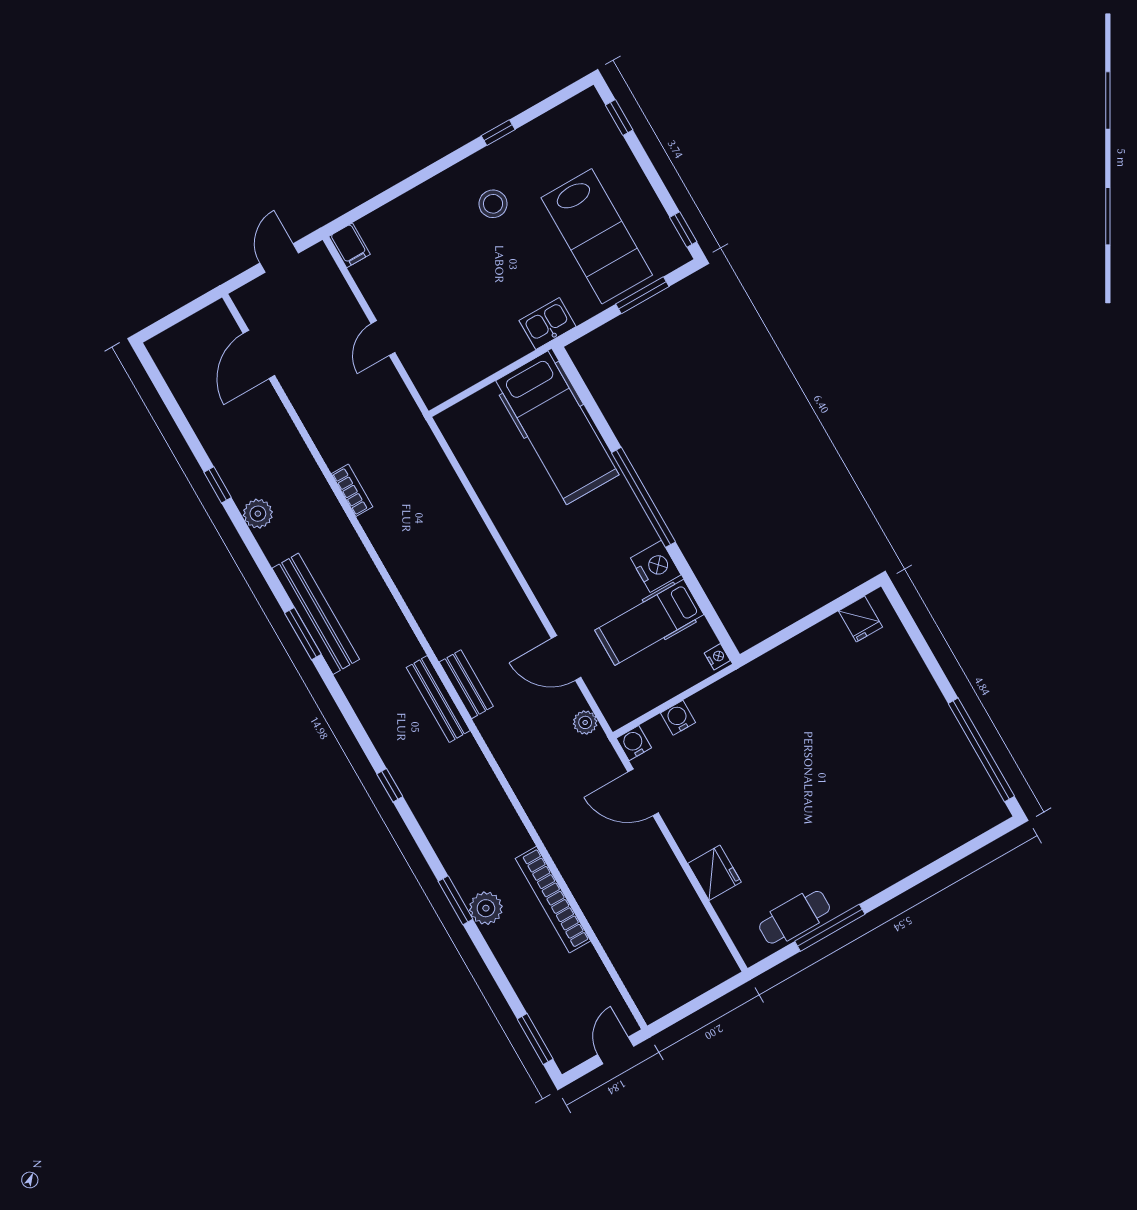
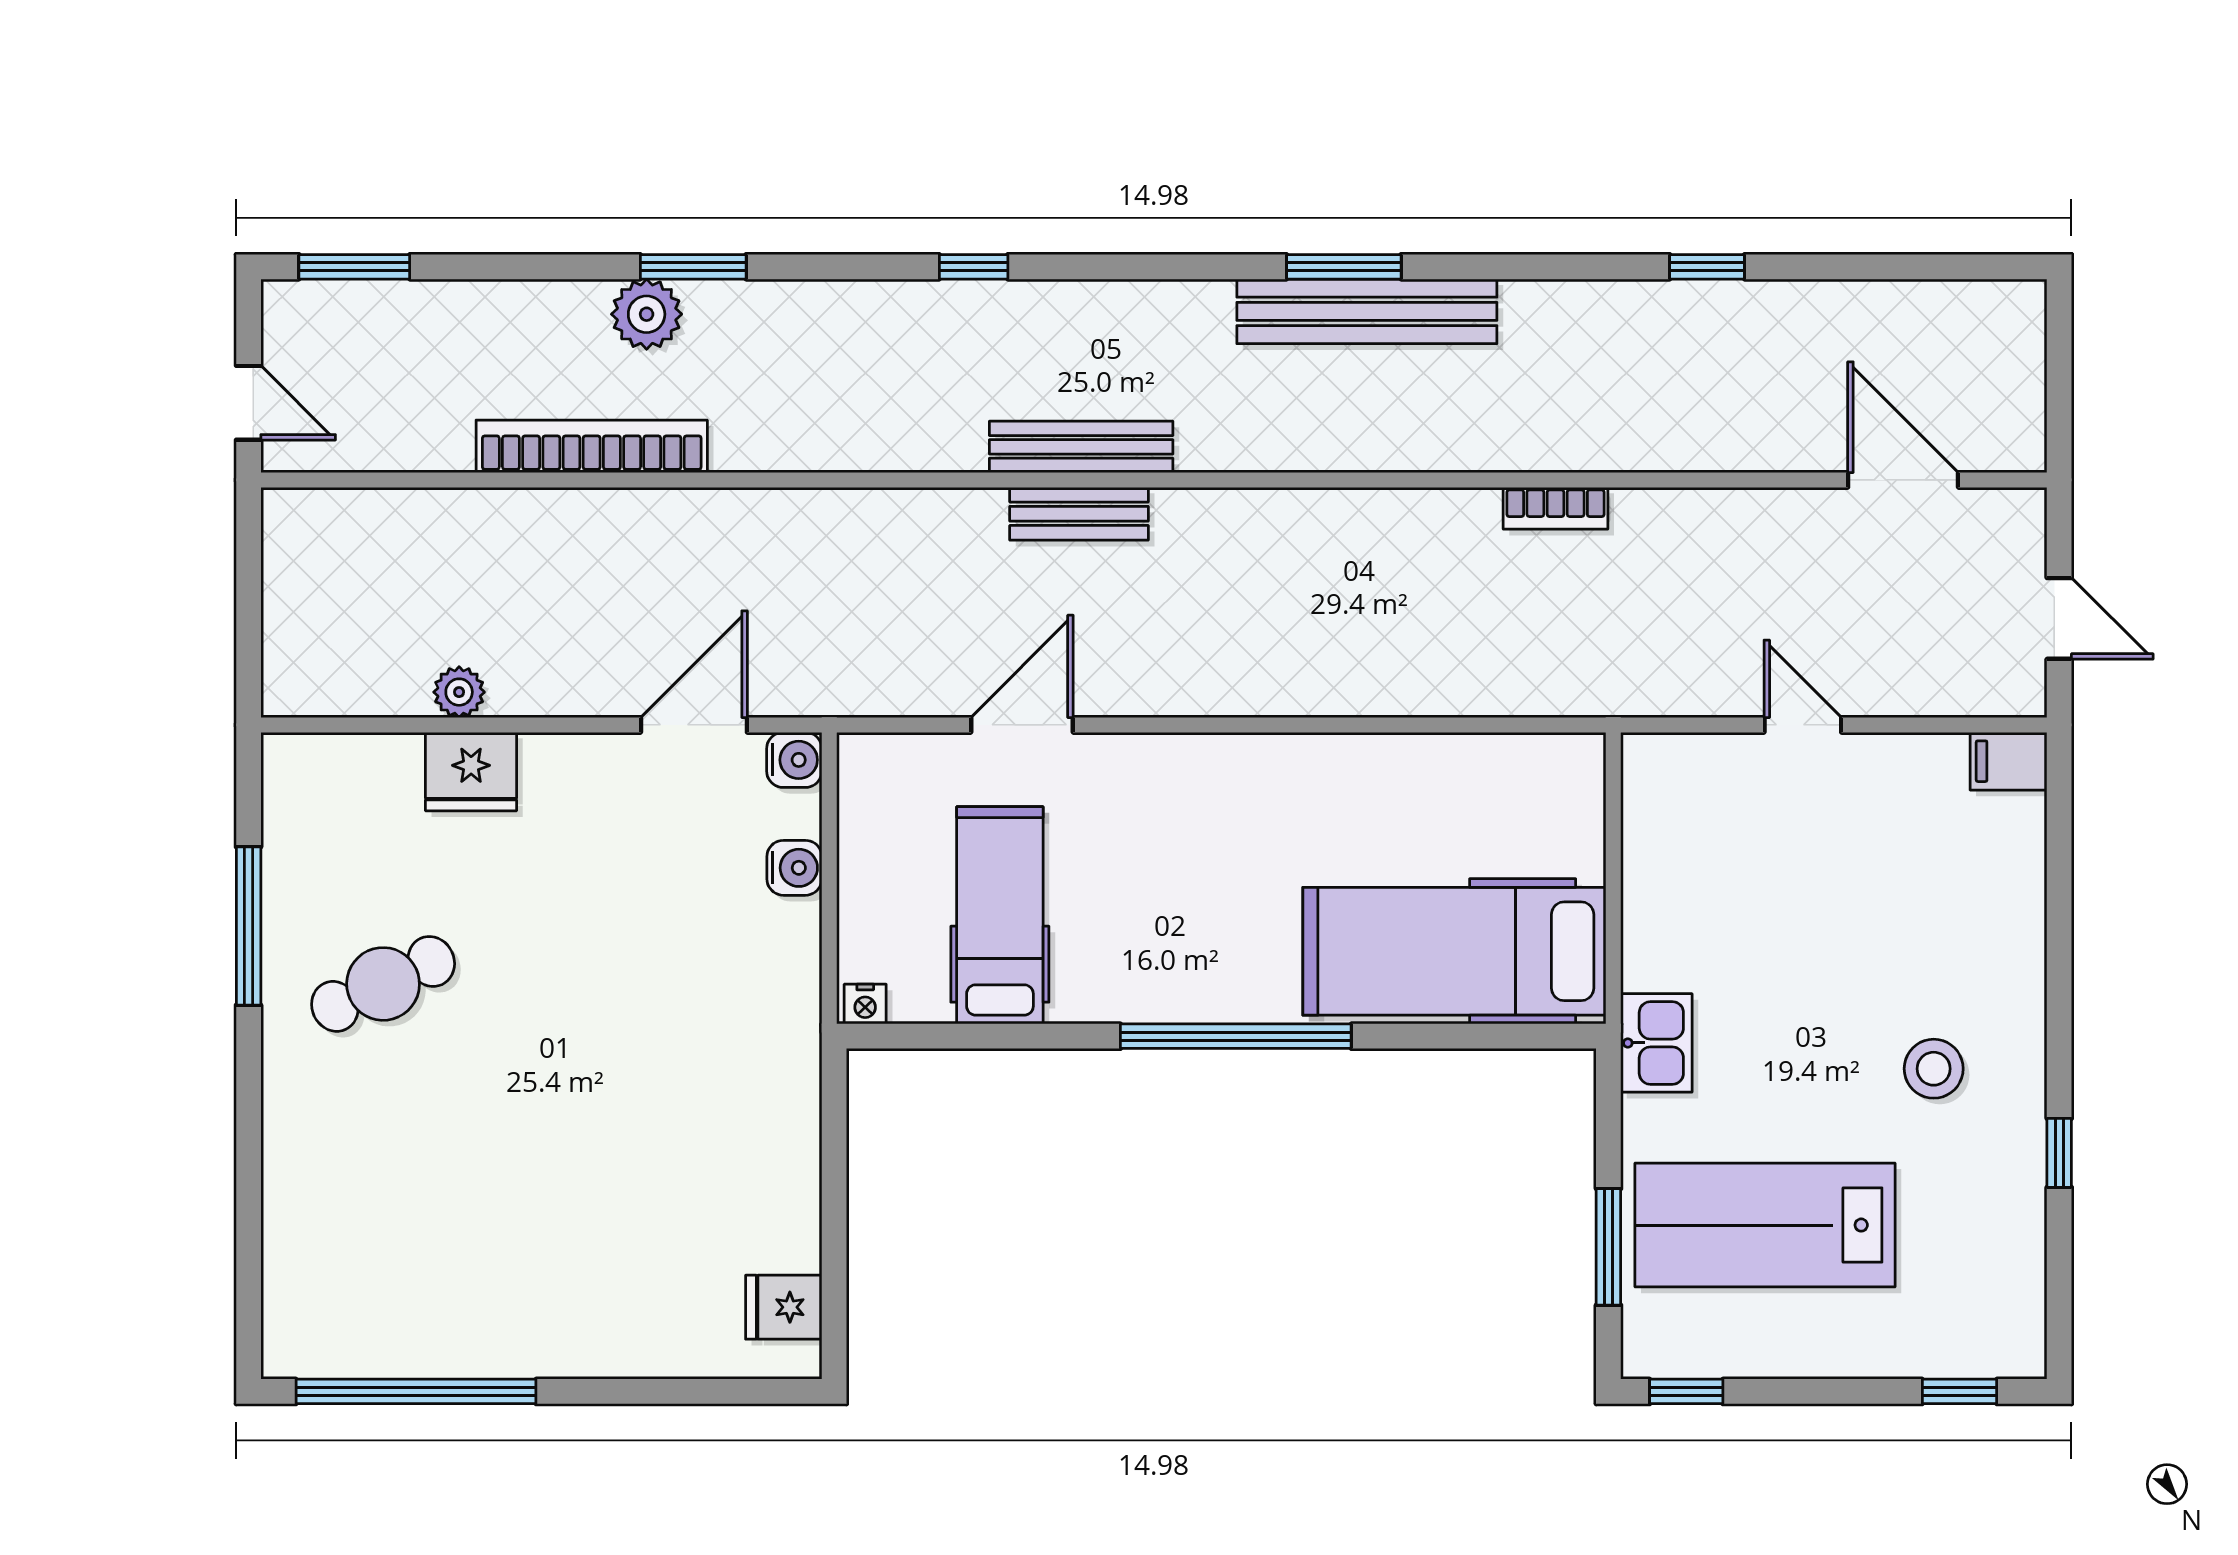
plant: (258, 514) -> (1612, 310), removed
nightstand: (656, 566) -> (1096, 986), removed
plant: (585, 722) -> (459, 692), moved
cafe table: (795, 917) -> (383, 984), moved, turned 65

